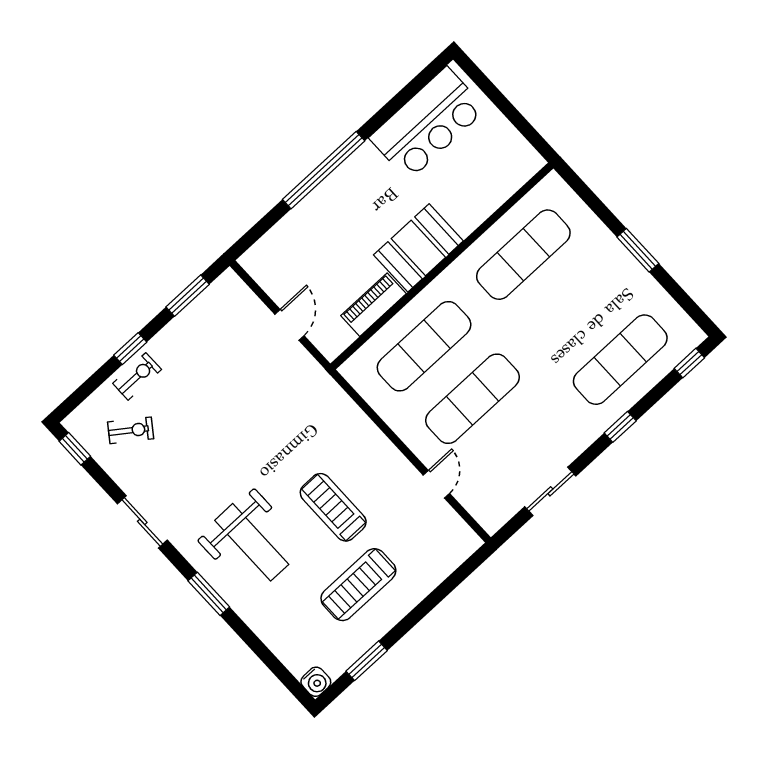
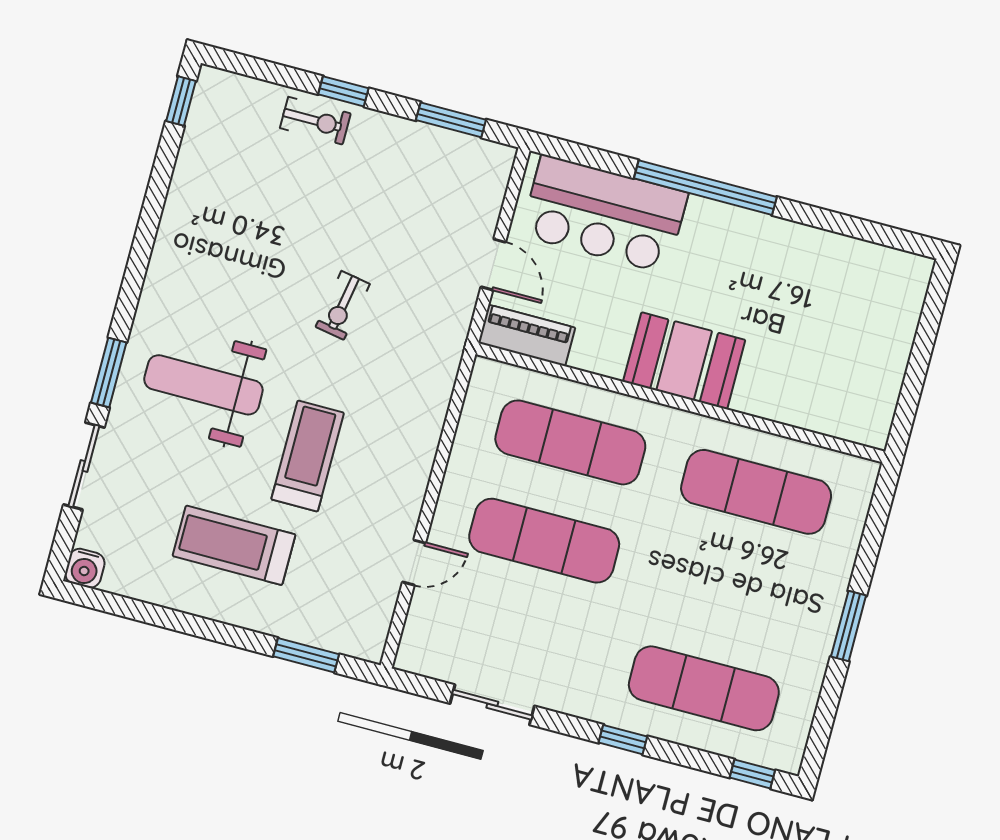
bar counter: (428, 123) -> (604, 214), moved
piano: (373, 305) -> (527, 335), moved
door: (289, 325) -> (493, 264), hinge flipped
exercise bike: (131, 430) -> (343, 305), moved, turned 64
sliding door: (142, 522) -> (84, 466), moved
weight bench: (252, 542) -> (203, 385), turned 90
window: (367, 661) -> (306, 655), moved

